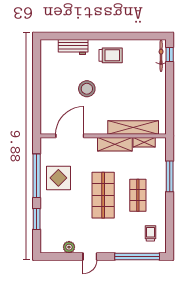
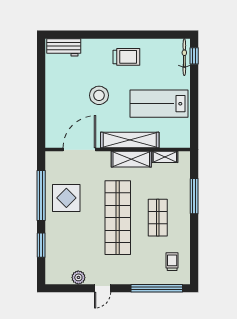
workbench: (73, 47) -> (64, 47), moved
lab bench: (139, 96) -> (159, 104), added
shelving: (133, 128) -> (130, 140), moved
shop shelf: (103, 195) -> (118, 218), width x1.40

